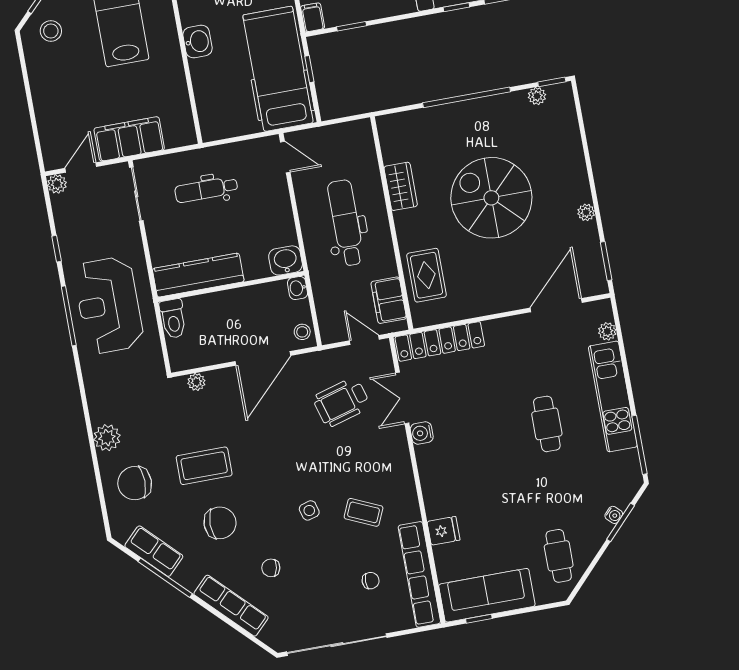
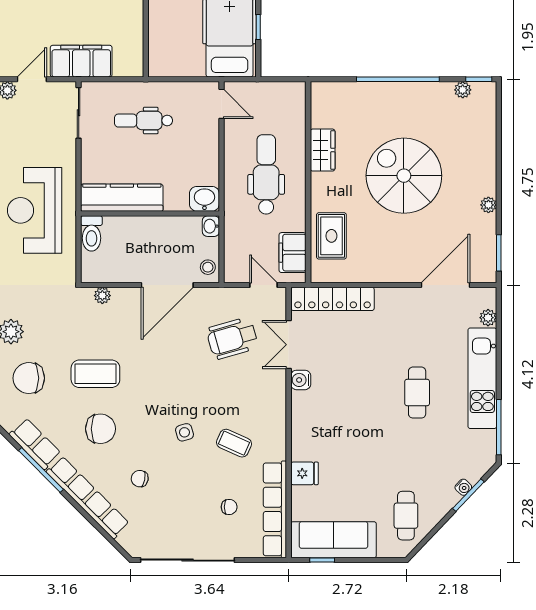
row of seats: (231, 606) -> (88, 498), width x1.36

